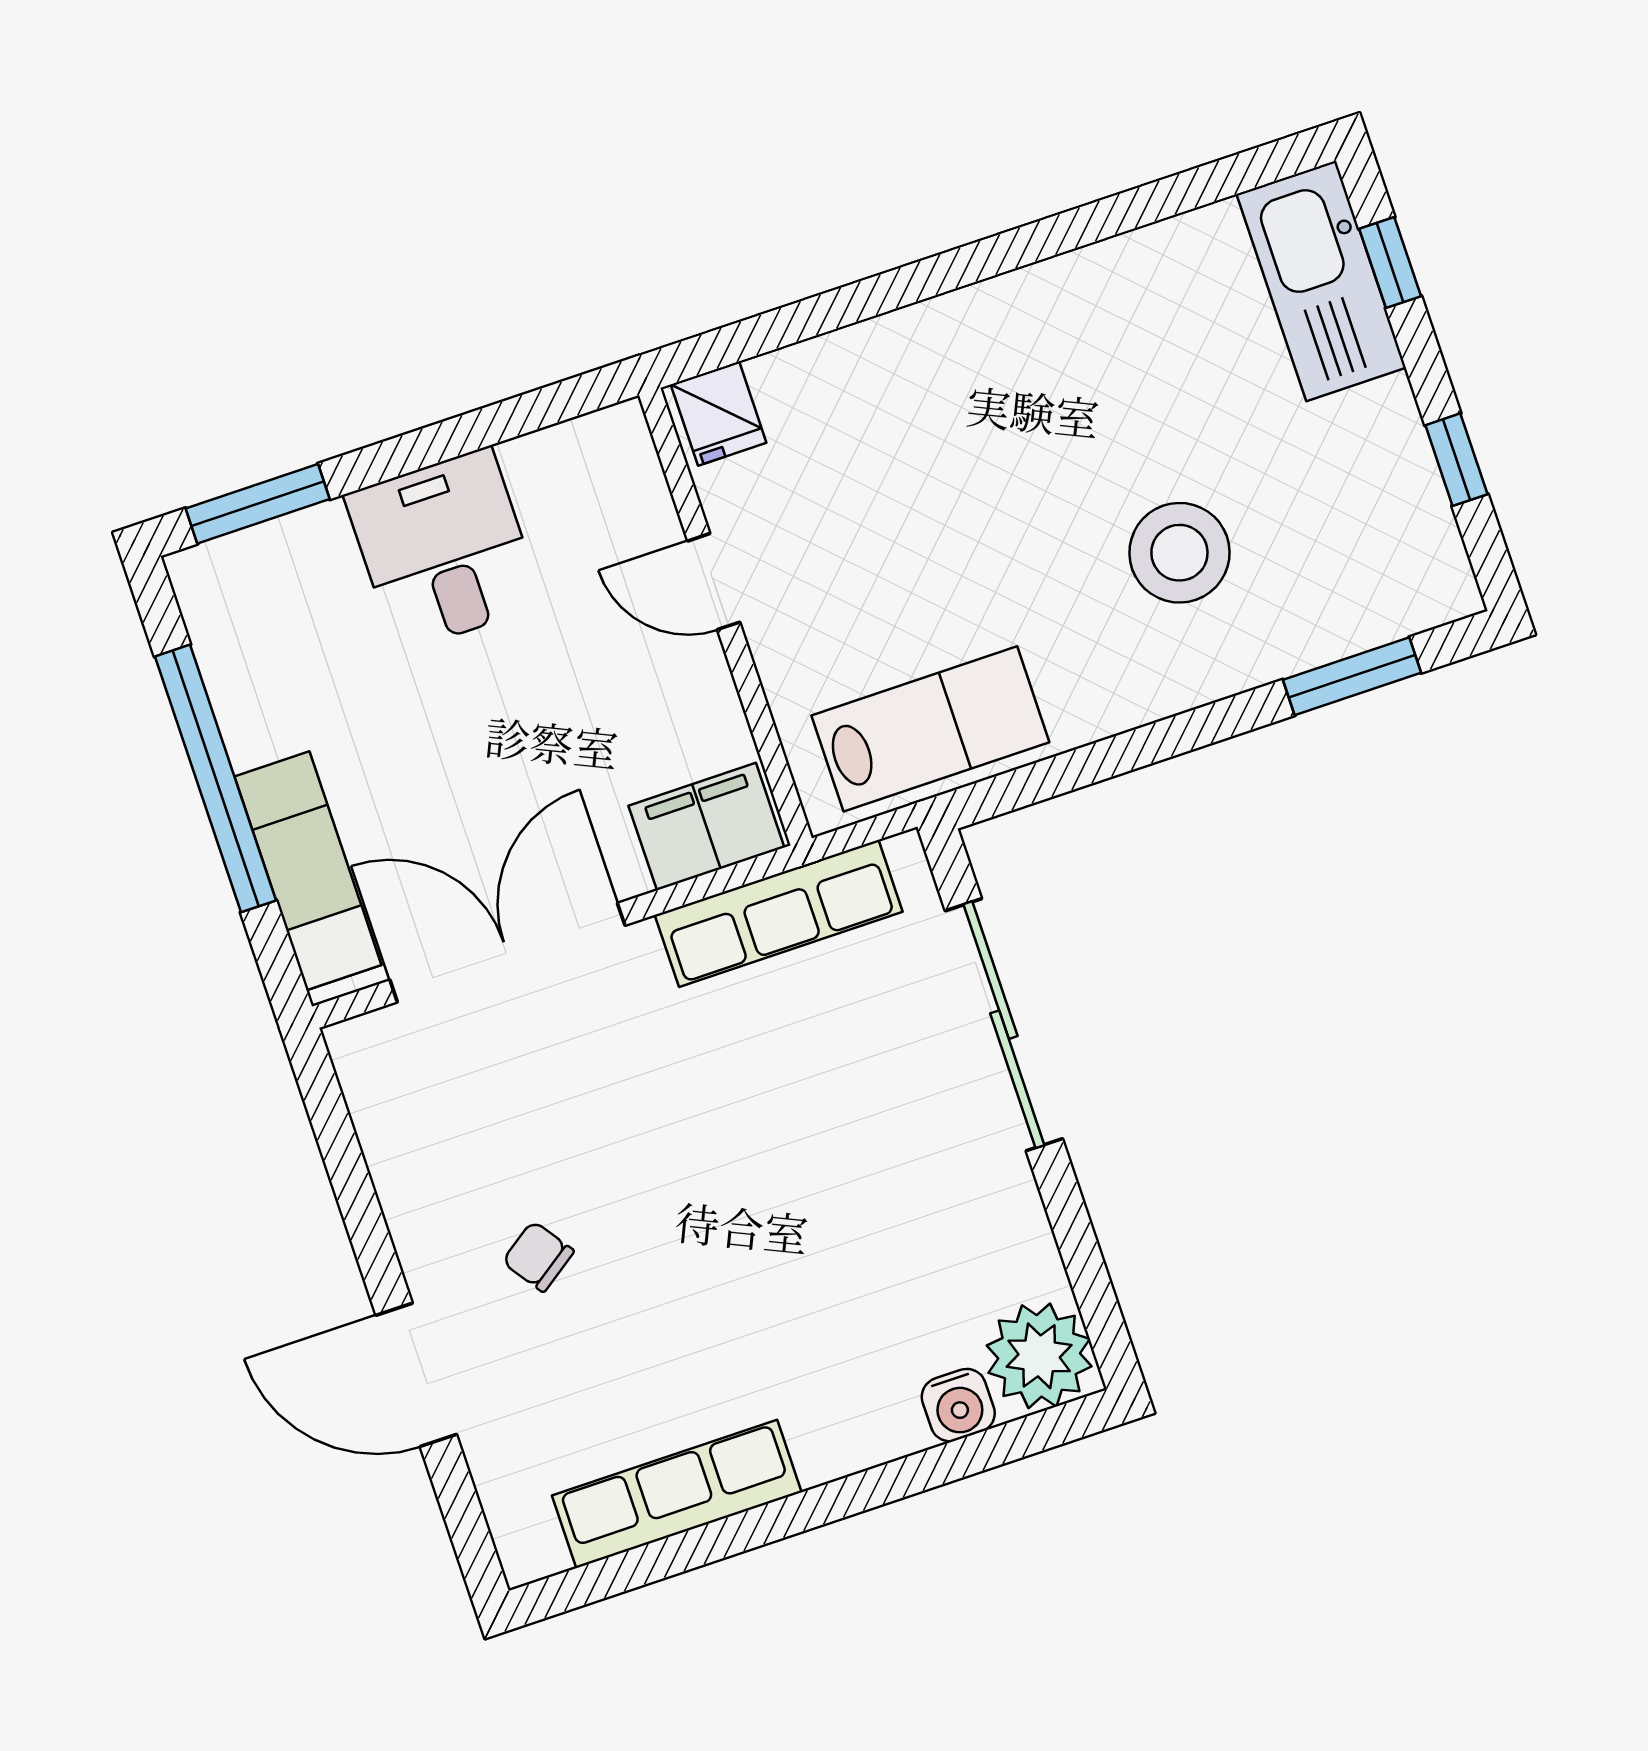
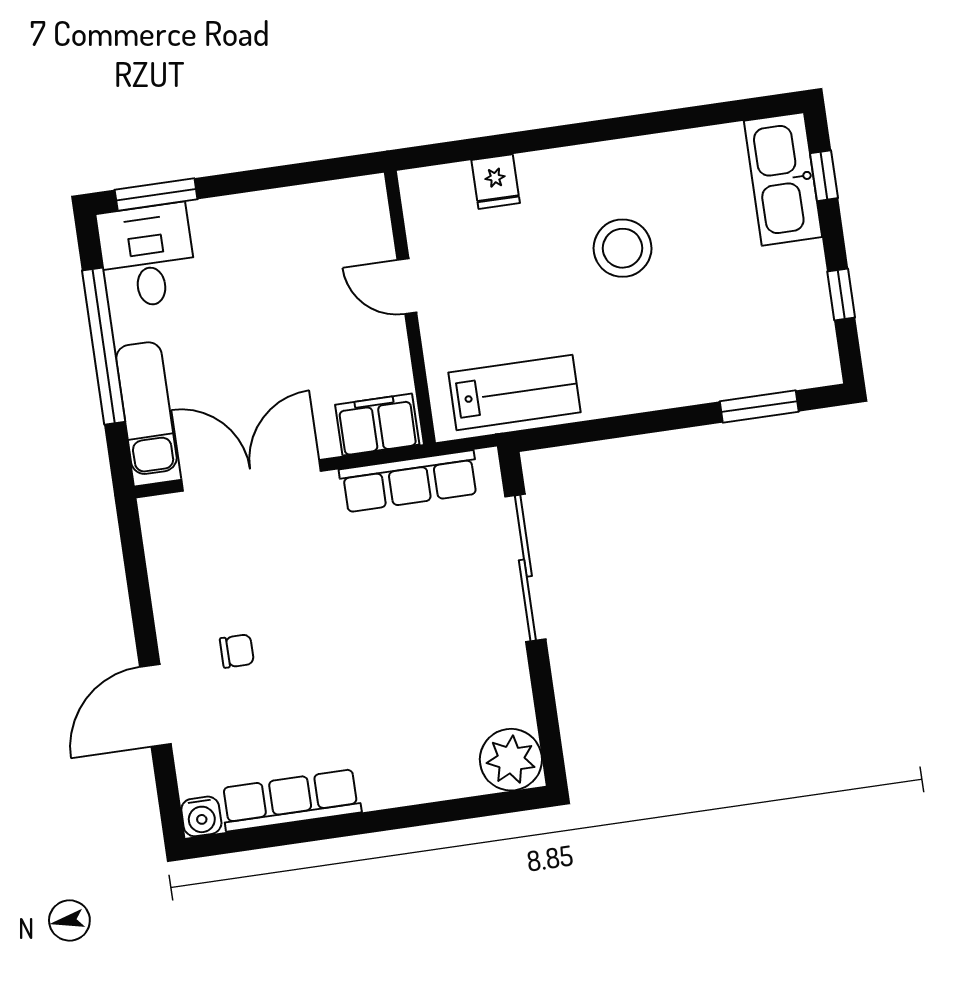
fridge: (719, 414) -> (496, 182), moved
desk: (444, 550) -> (147, 256), moved
stool: (1179, 553) -> (623, 248), moved
chair: (538, 1256) -> (237, 651), turned 125
door: (416, 1375) -> (155, 706), hinge flipped
water cooler: (958, 1405) -> (201, 816), moved

